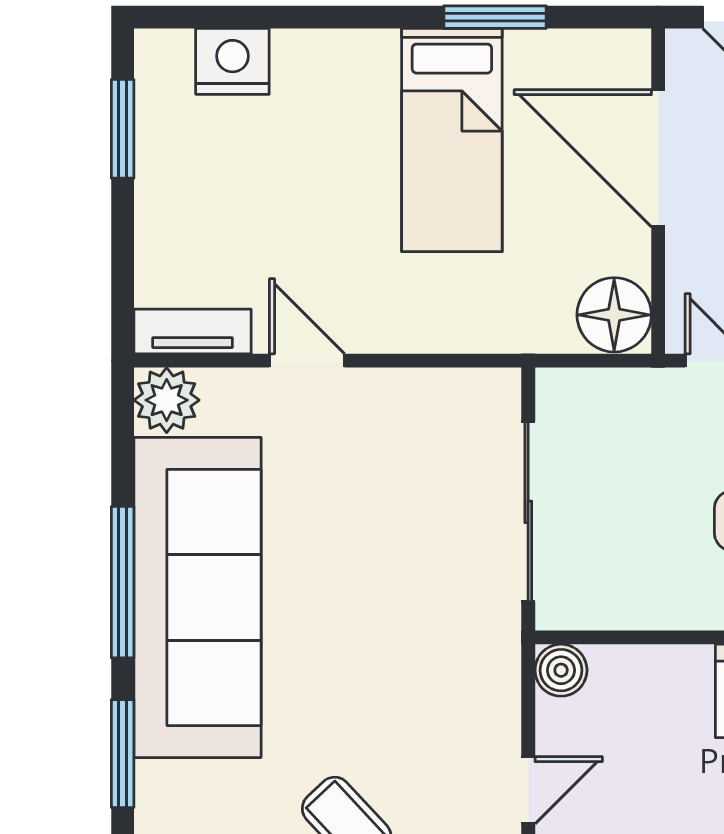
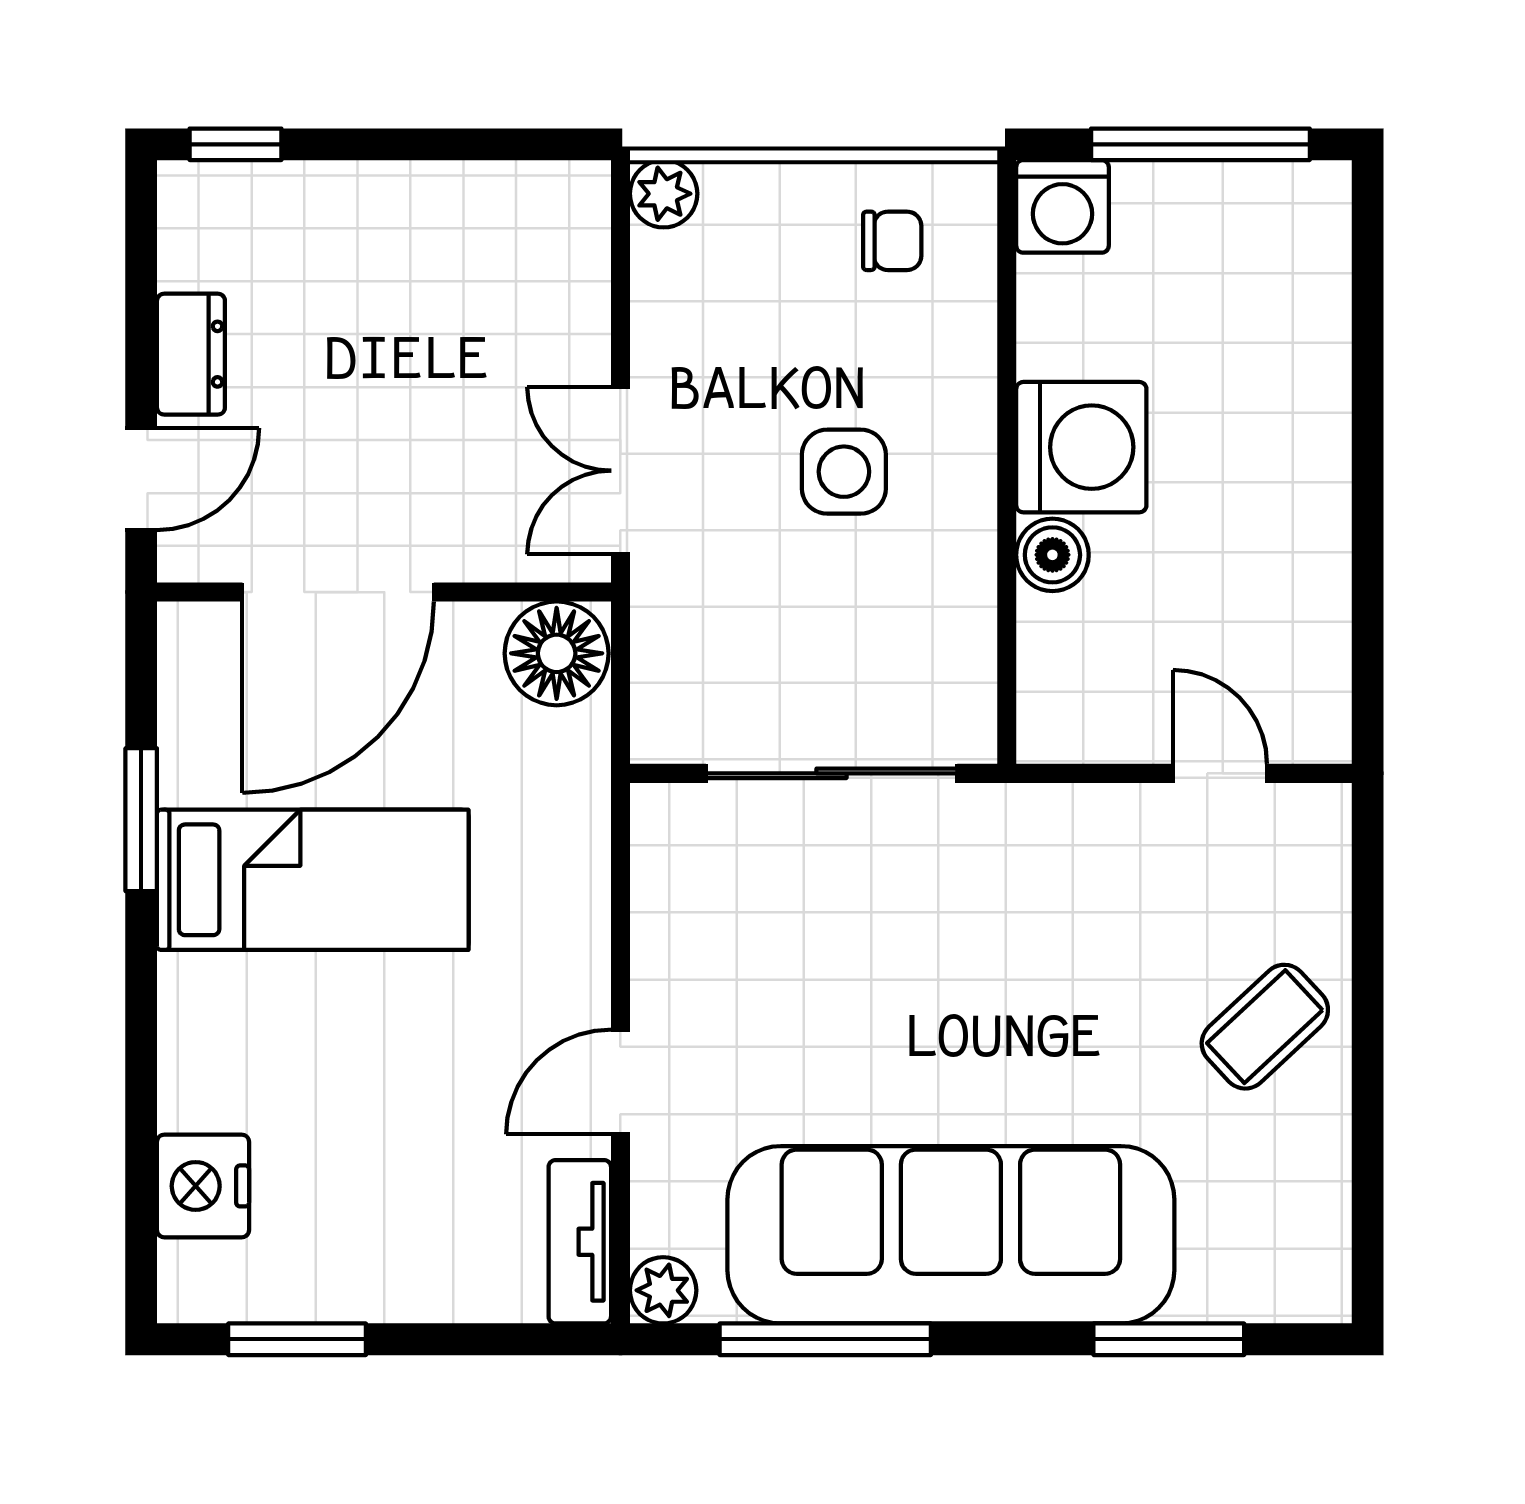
plant: (167, 400) -> (663, 1290), width x0.73, depth x0.73
window: (123, 582) -> (825, 1339), moved
boiler: (561, 670) -> (1052, 555), moved

